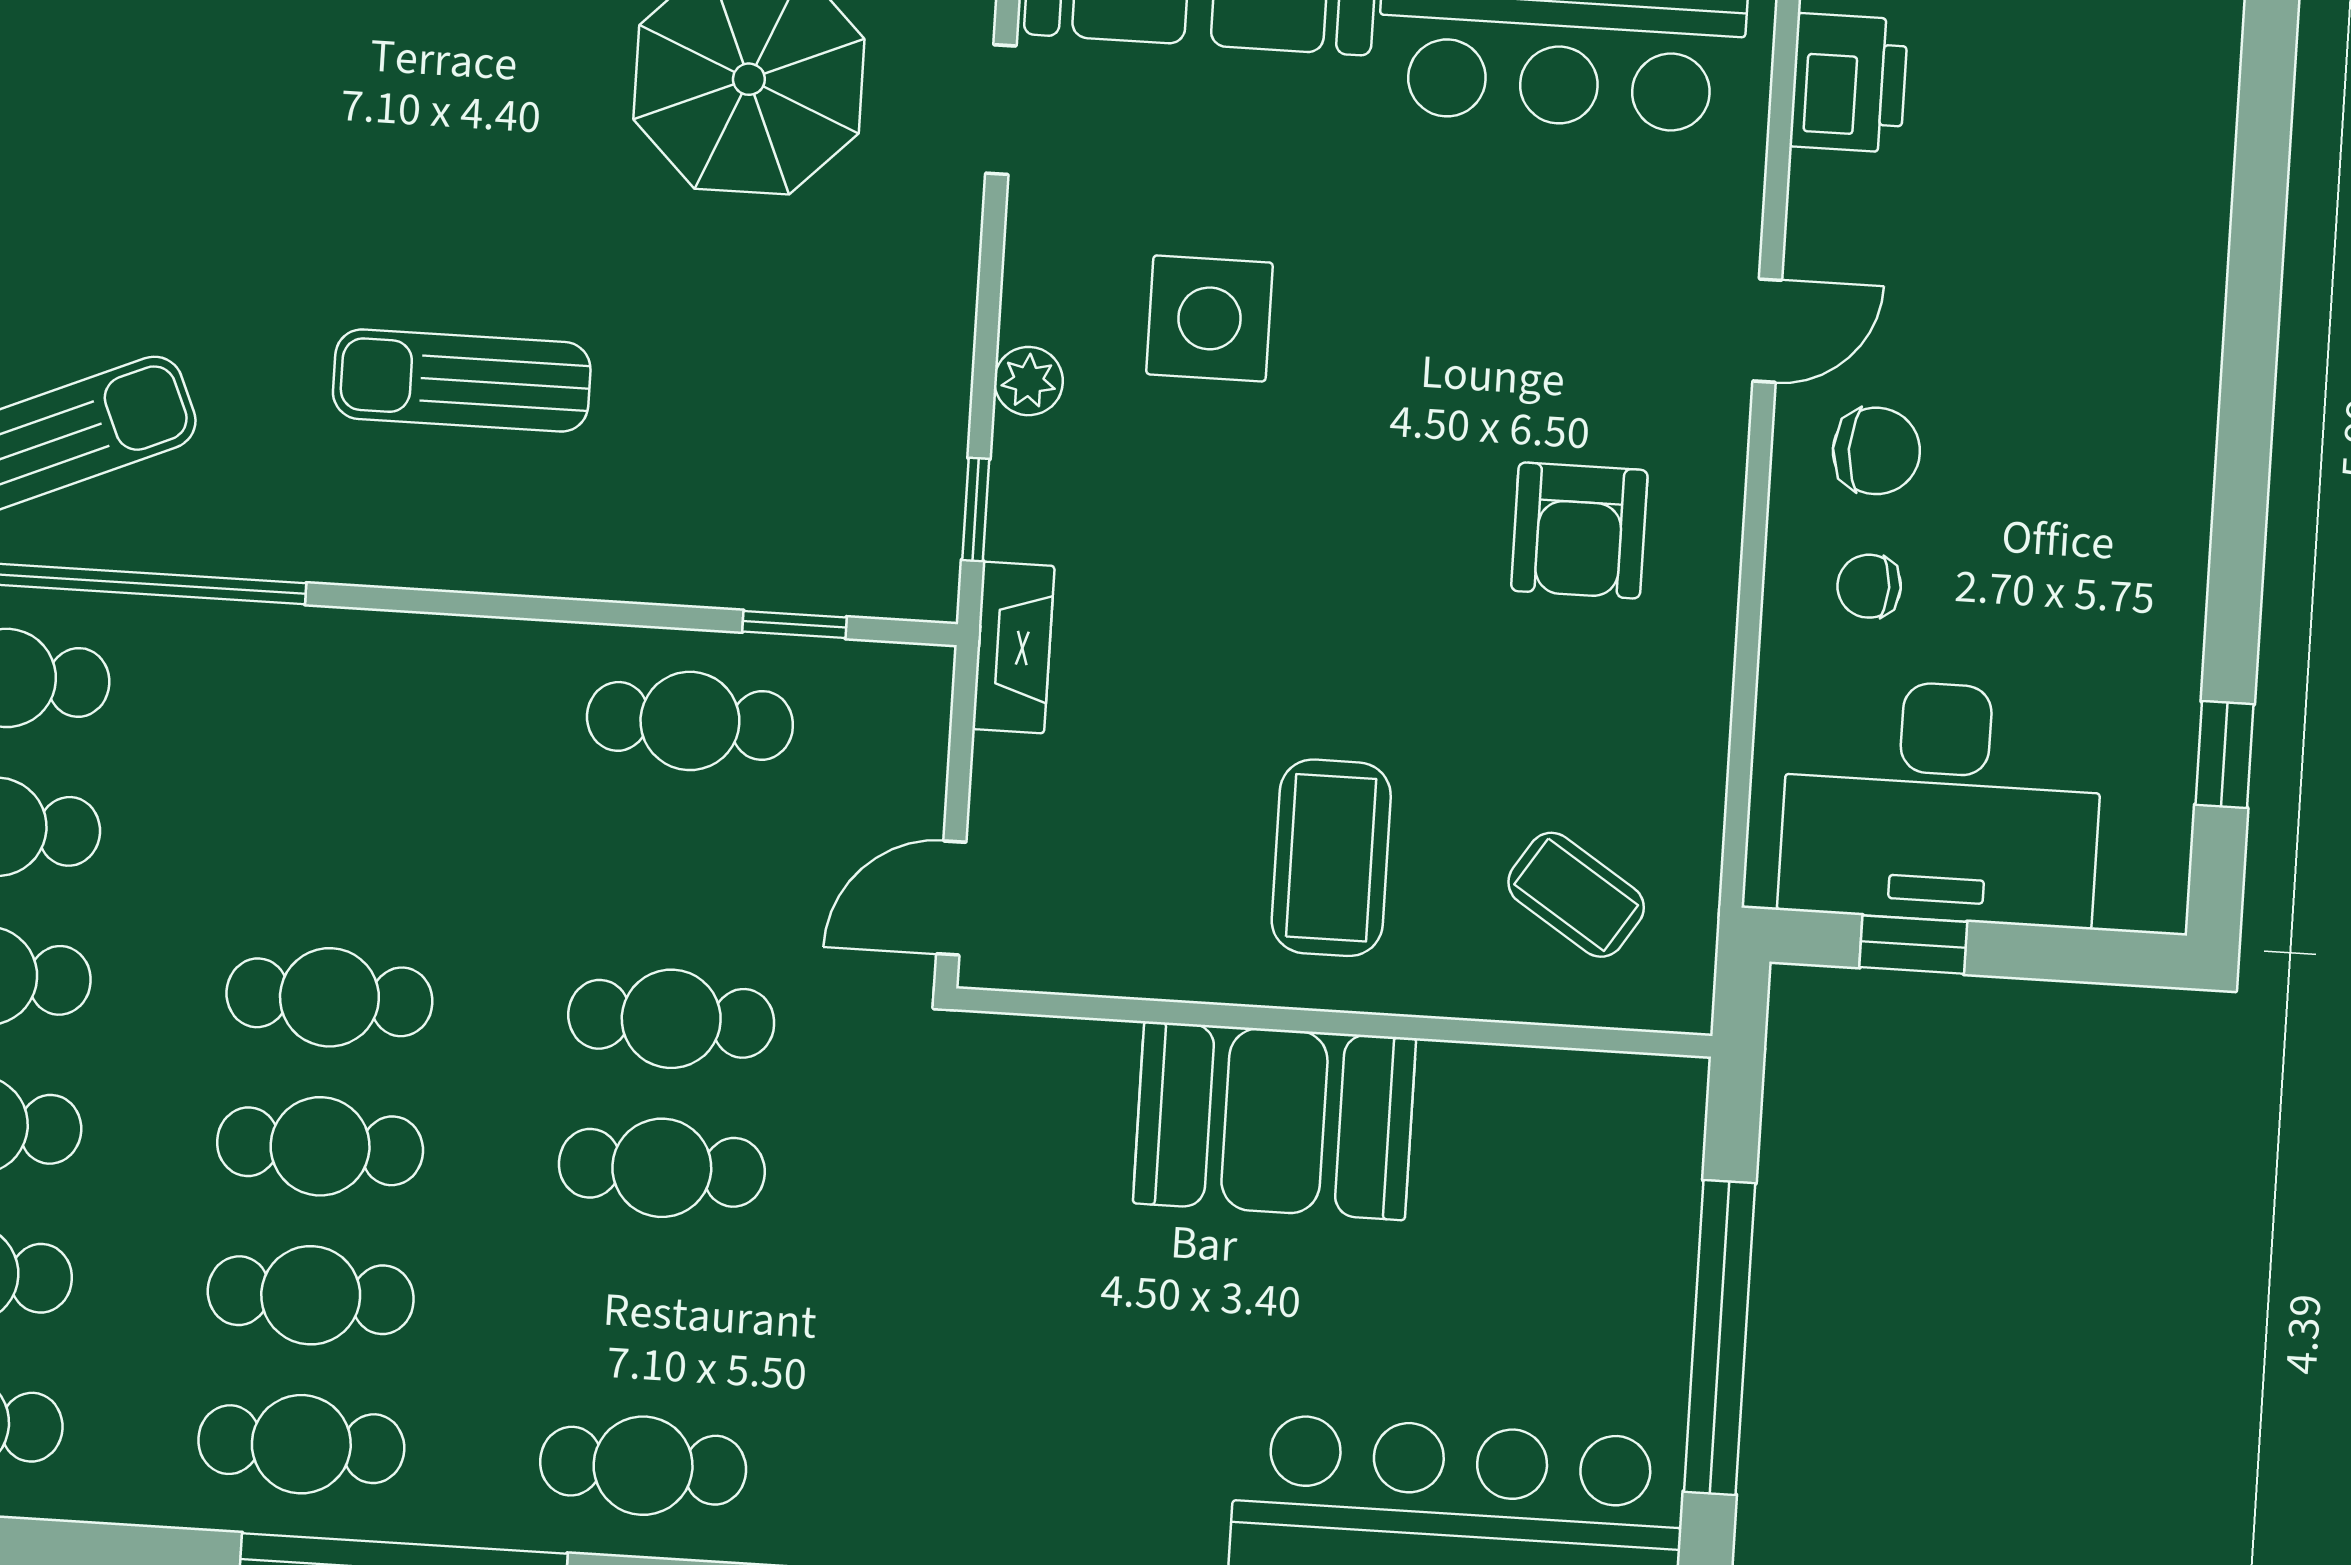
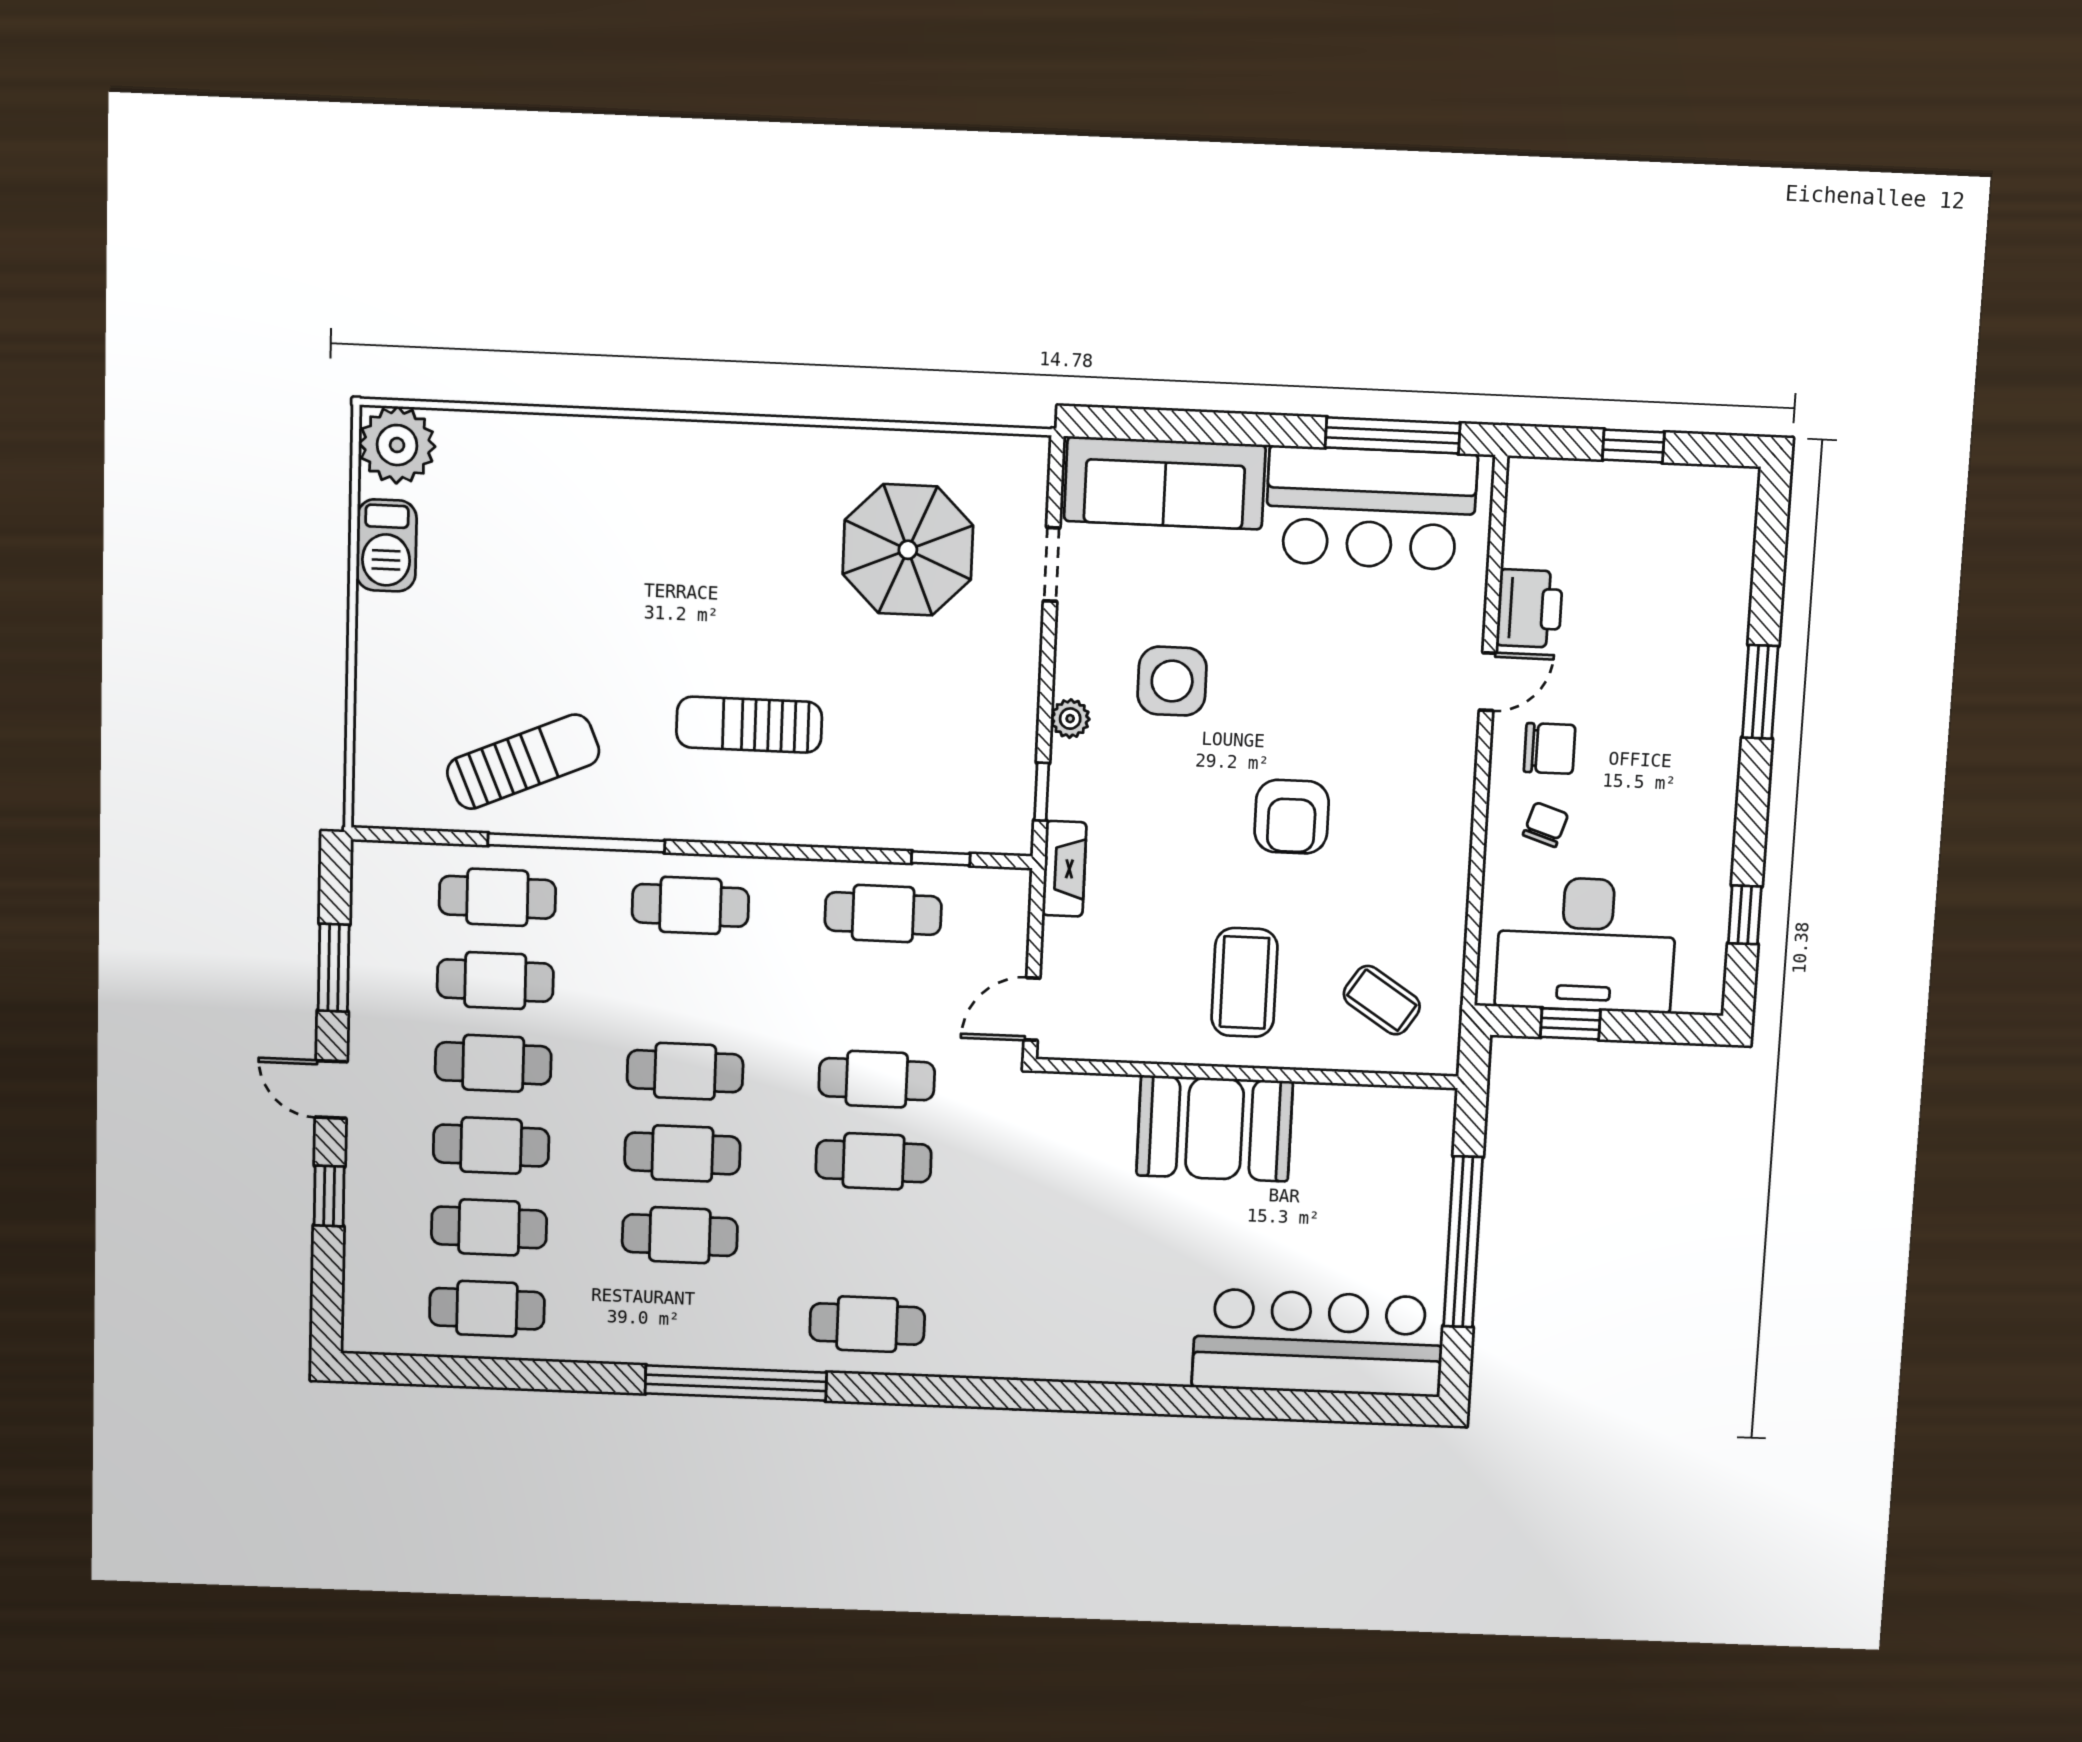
printer: (1849, 83) -> (1529, 608), moved
window: (2249, 358) -> (1760, 692), added
armchair: (1579, 530) -> (1292, 817), moved
chair: (1869, 586) -> (1546, 825), turned 108
cafe table: (301, 1444) -> (690, 905), moved

